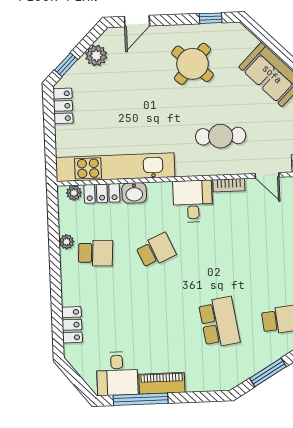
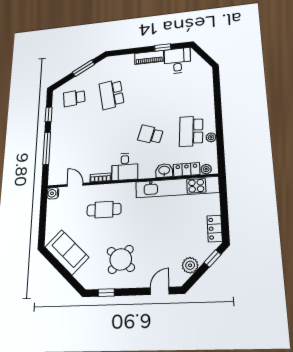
school desk: (156, 251) -> (150, 135), turned 42
school desk: (96, 253) -> (191, 131), width x1.85
locker: (72, 325) -> (207, 87), removed
window: (141, 399) -> (163, 48), width x0.46

